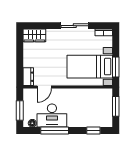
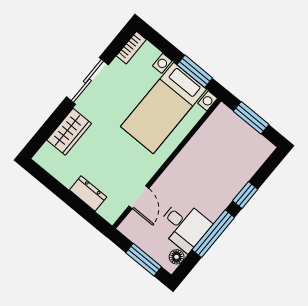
wardrobe: (34, 35) -> (69, 132), moved
dresser: (28, 77) -> (88, 193), moved
desk: (52, 116) -> (184, 225), width x0.73
window: (93, 131) -> (245, 195), moved

